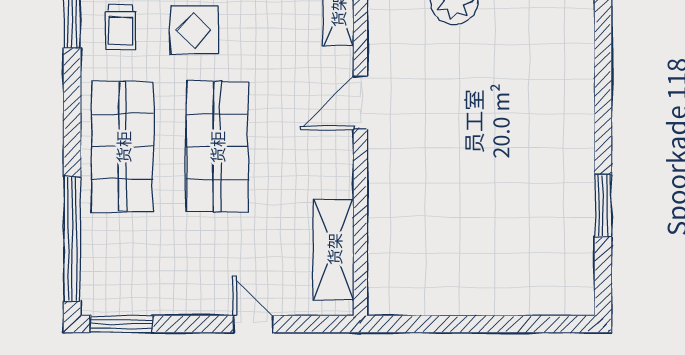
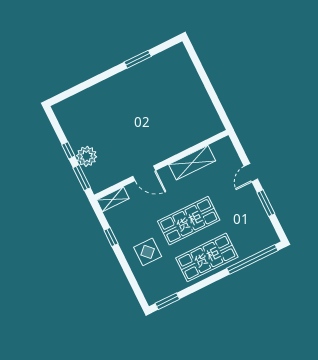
trolley: (120, 28) -> (161, 281), removed
shelving: (334, 249) -> (192, 163), moved
window: (121, 324) -> (266, 203), moved

